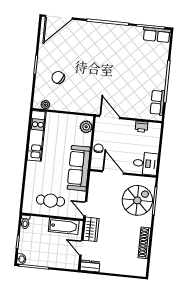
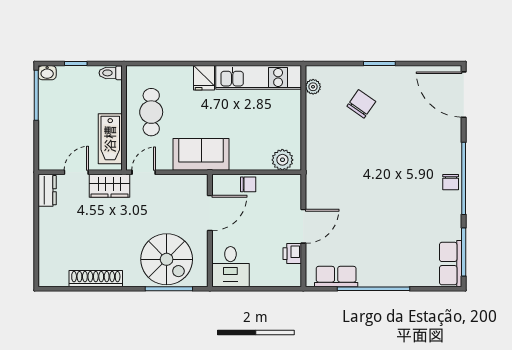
chair: (109, 30) -> (451, 182), added
door: (110, 117) -> (303, 226), moved
fridge: (34, 168) -> (204, 78), added
sofa: (79, 168) -> (201, 154), width x0.73

